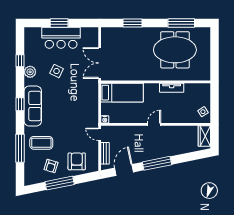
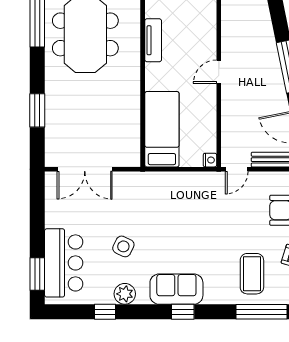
window: (59, 23) -> (37, 274), moved
bar counter: (61, 38) -> (64, 263), moved
double door: (100, 63) -> (85, 169), moved
sofa: (33, 106) -> (176, 289), width x0.73
door: (154, 124) -> (219, 72), hinge flipped

